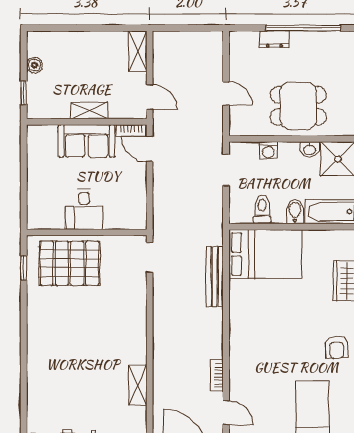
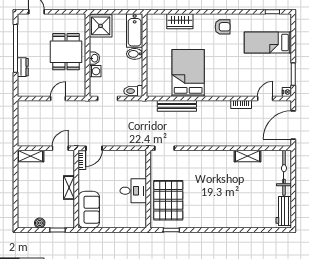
sofa: (87, 141) -> (89, 210), moved
washbasin: (310, 149) -> (94, 58), moved
toilet: (262, 209) -> (133, 91), moved
bed: (265, 254) -> (188, 73), moved

